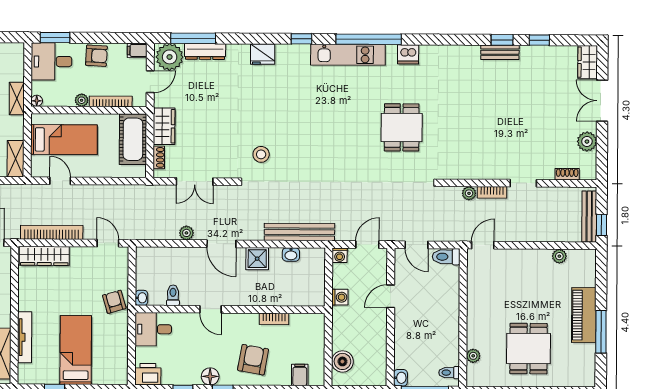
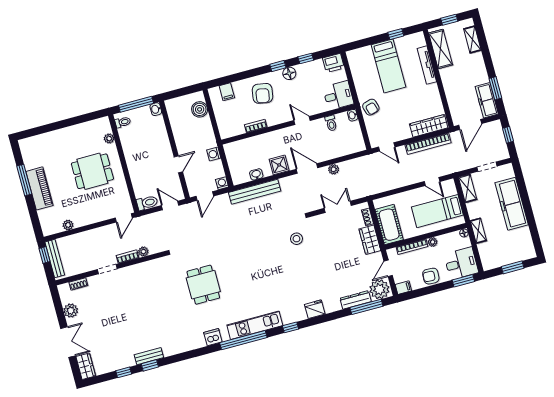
dining table: (529, 349) -> (92, 171), moved, turned 90

